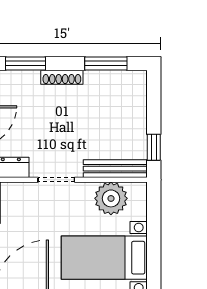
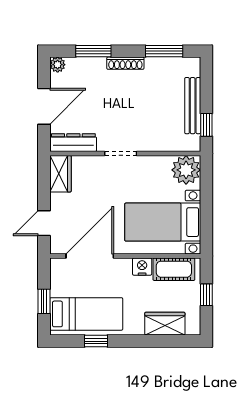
bench: (115, 169) -> (193, 106), moved, turned 90
plant: (111, 198) -> (186, 170), moved

